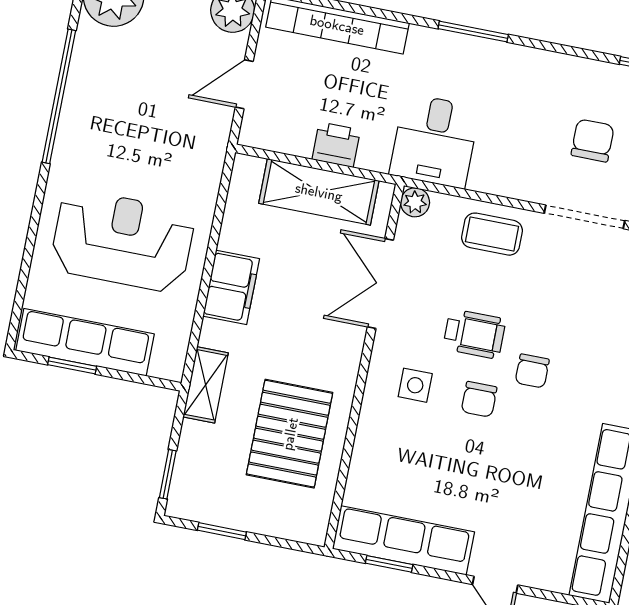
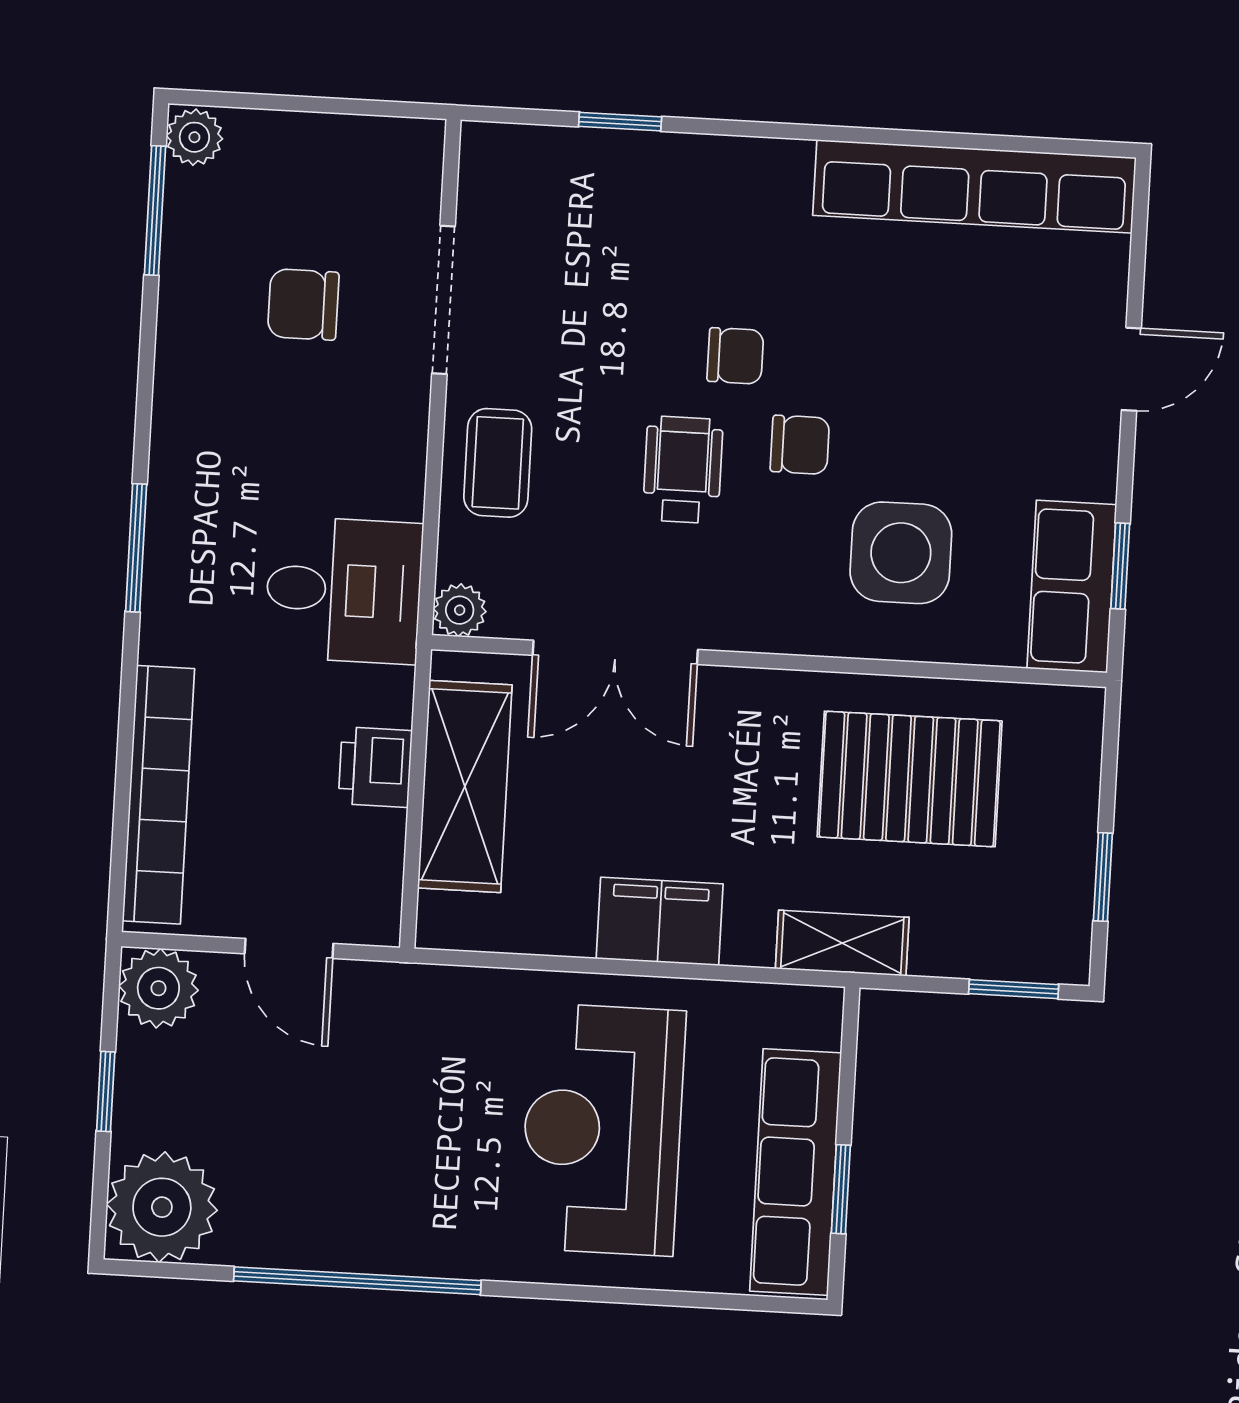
side table: (415, 385) -> (901, 553), moved, width x1.87, depth x1.87
row of seats: (403, 540) -> (1072, 586), width x0.68

